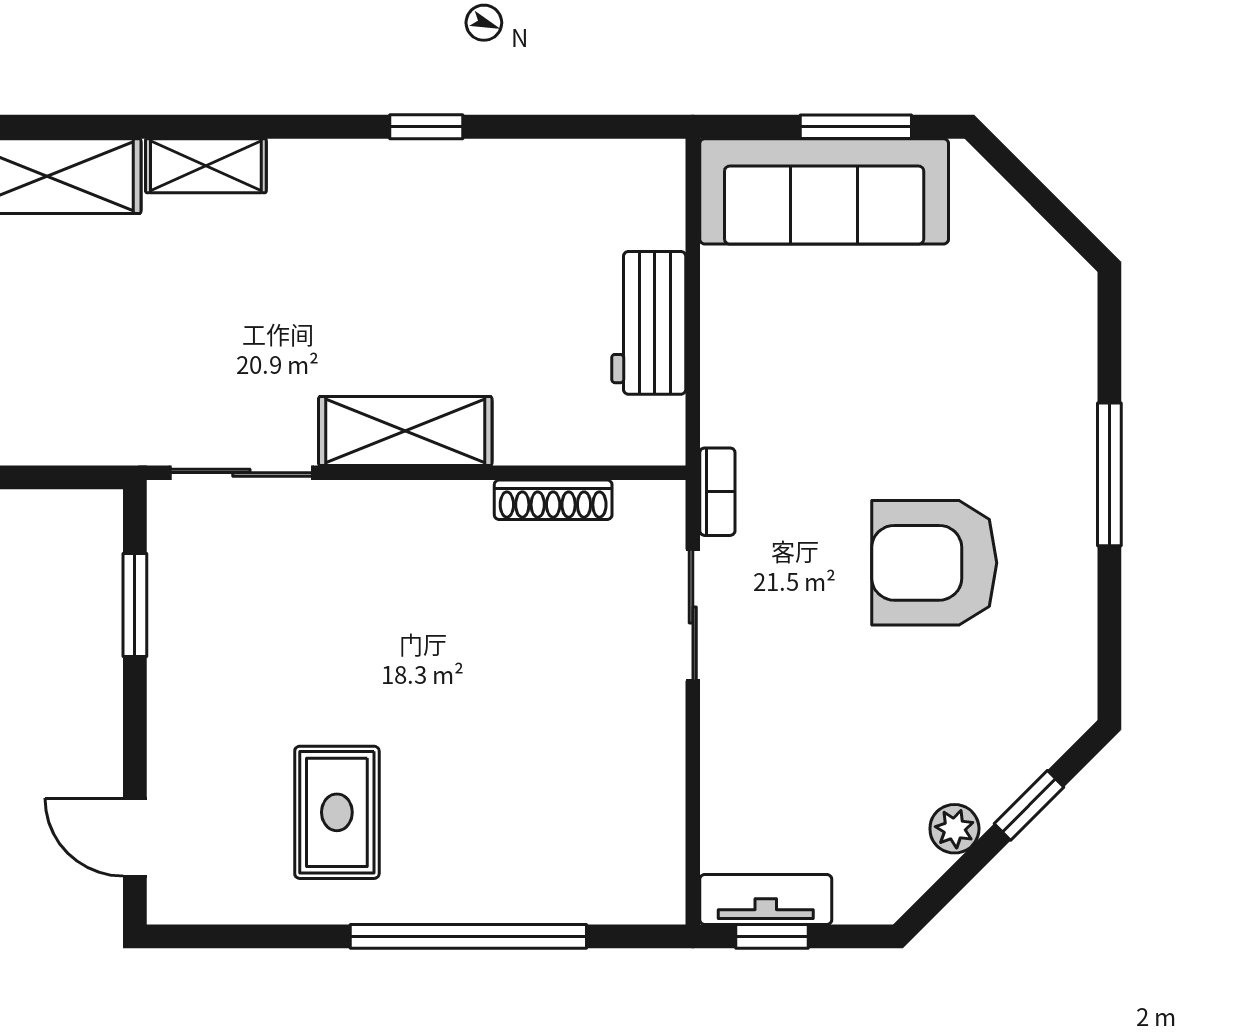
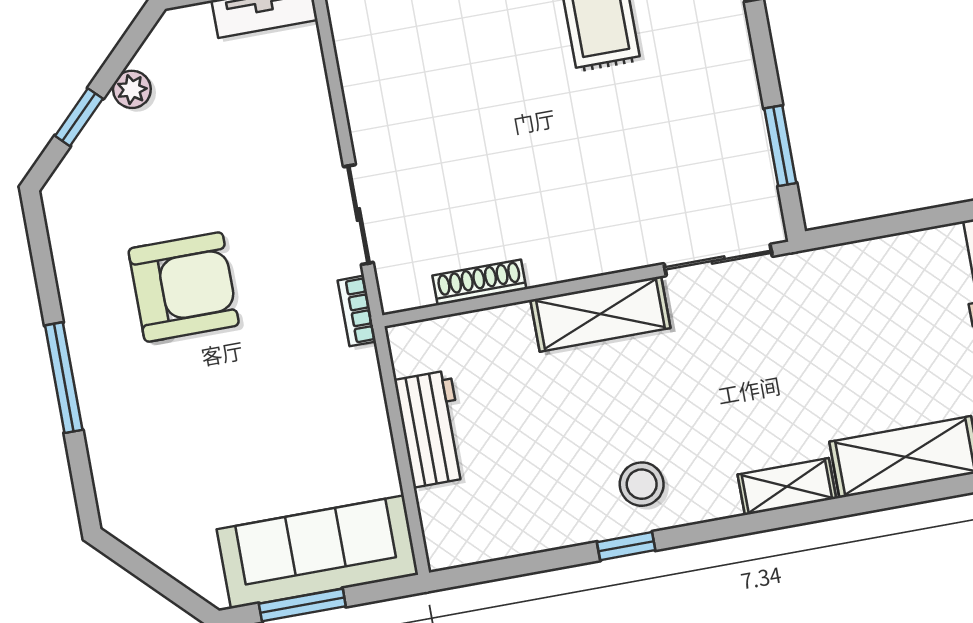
stool: (392, 203) -> (642, 484), added

